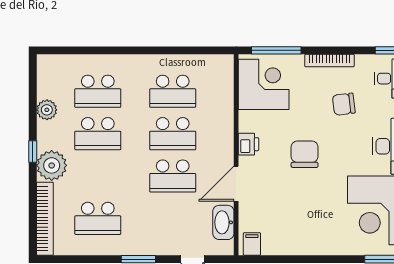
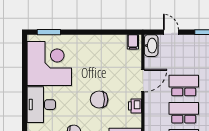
chair: (305, 154) -> (99, 99), turned 90
washbasin: (223, 222) -> (151, 46), moved

